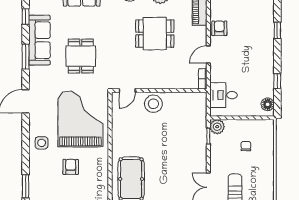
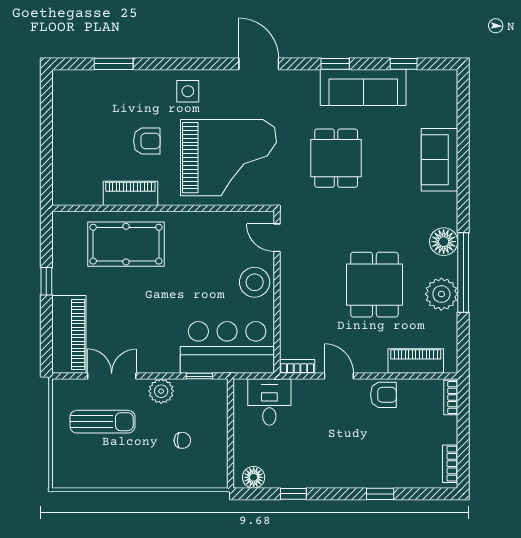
dining table: (81, 56) -> (336, 158), turned 90
window: (26, 57) -> (335, 64), width x0.67
bar counter: (192, 120) -> (227, 347), added
plant: (217, 127) -> (161, 391), moved
piano: (101, 176) -> (130, 193), added

